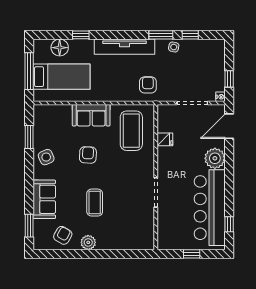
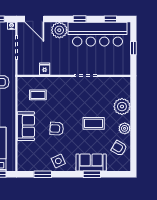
coffee table: (131, 131) -> (38, 95), width x0.54, depth x0.58
window: (229, 185) -> (80, 19), added
window: (29, 226) -> (92, 174), moved
plant: (116, 239) -> (122, 107), added

